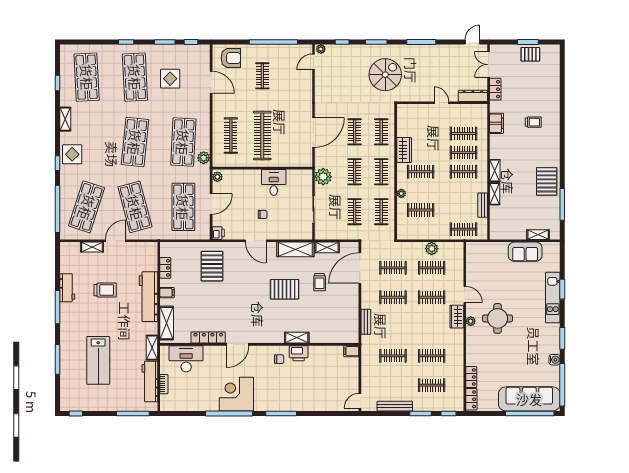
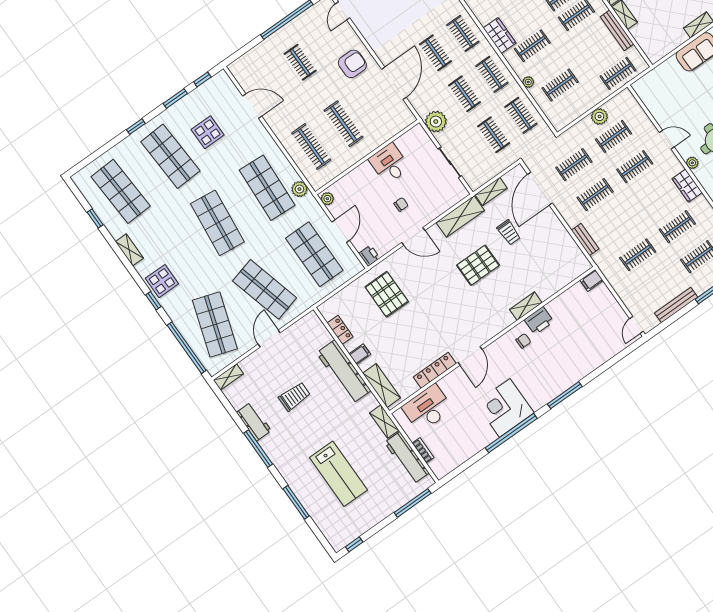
armchair: (231, 58) -> (352, 64), moved
clothes rail: (262, 136) -> (344, 124), width x0.73, depth x0.76
bench: (483, 205) -> (617, 30), width x1.36
shelving: (92, 247) -> (228, 377), moved
wardrobe: (457, 317) -> (687, 186), moved

